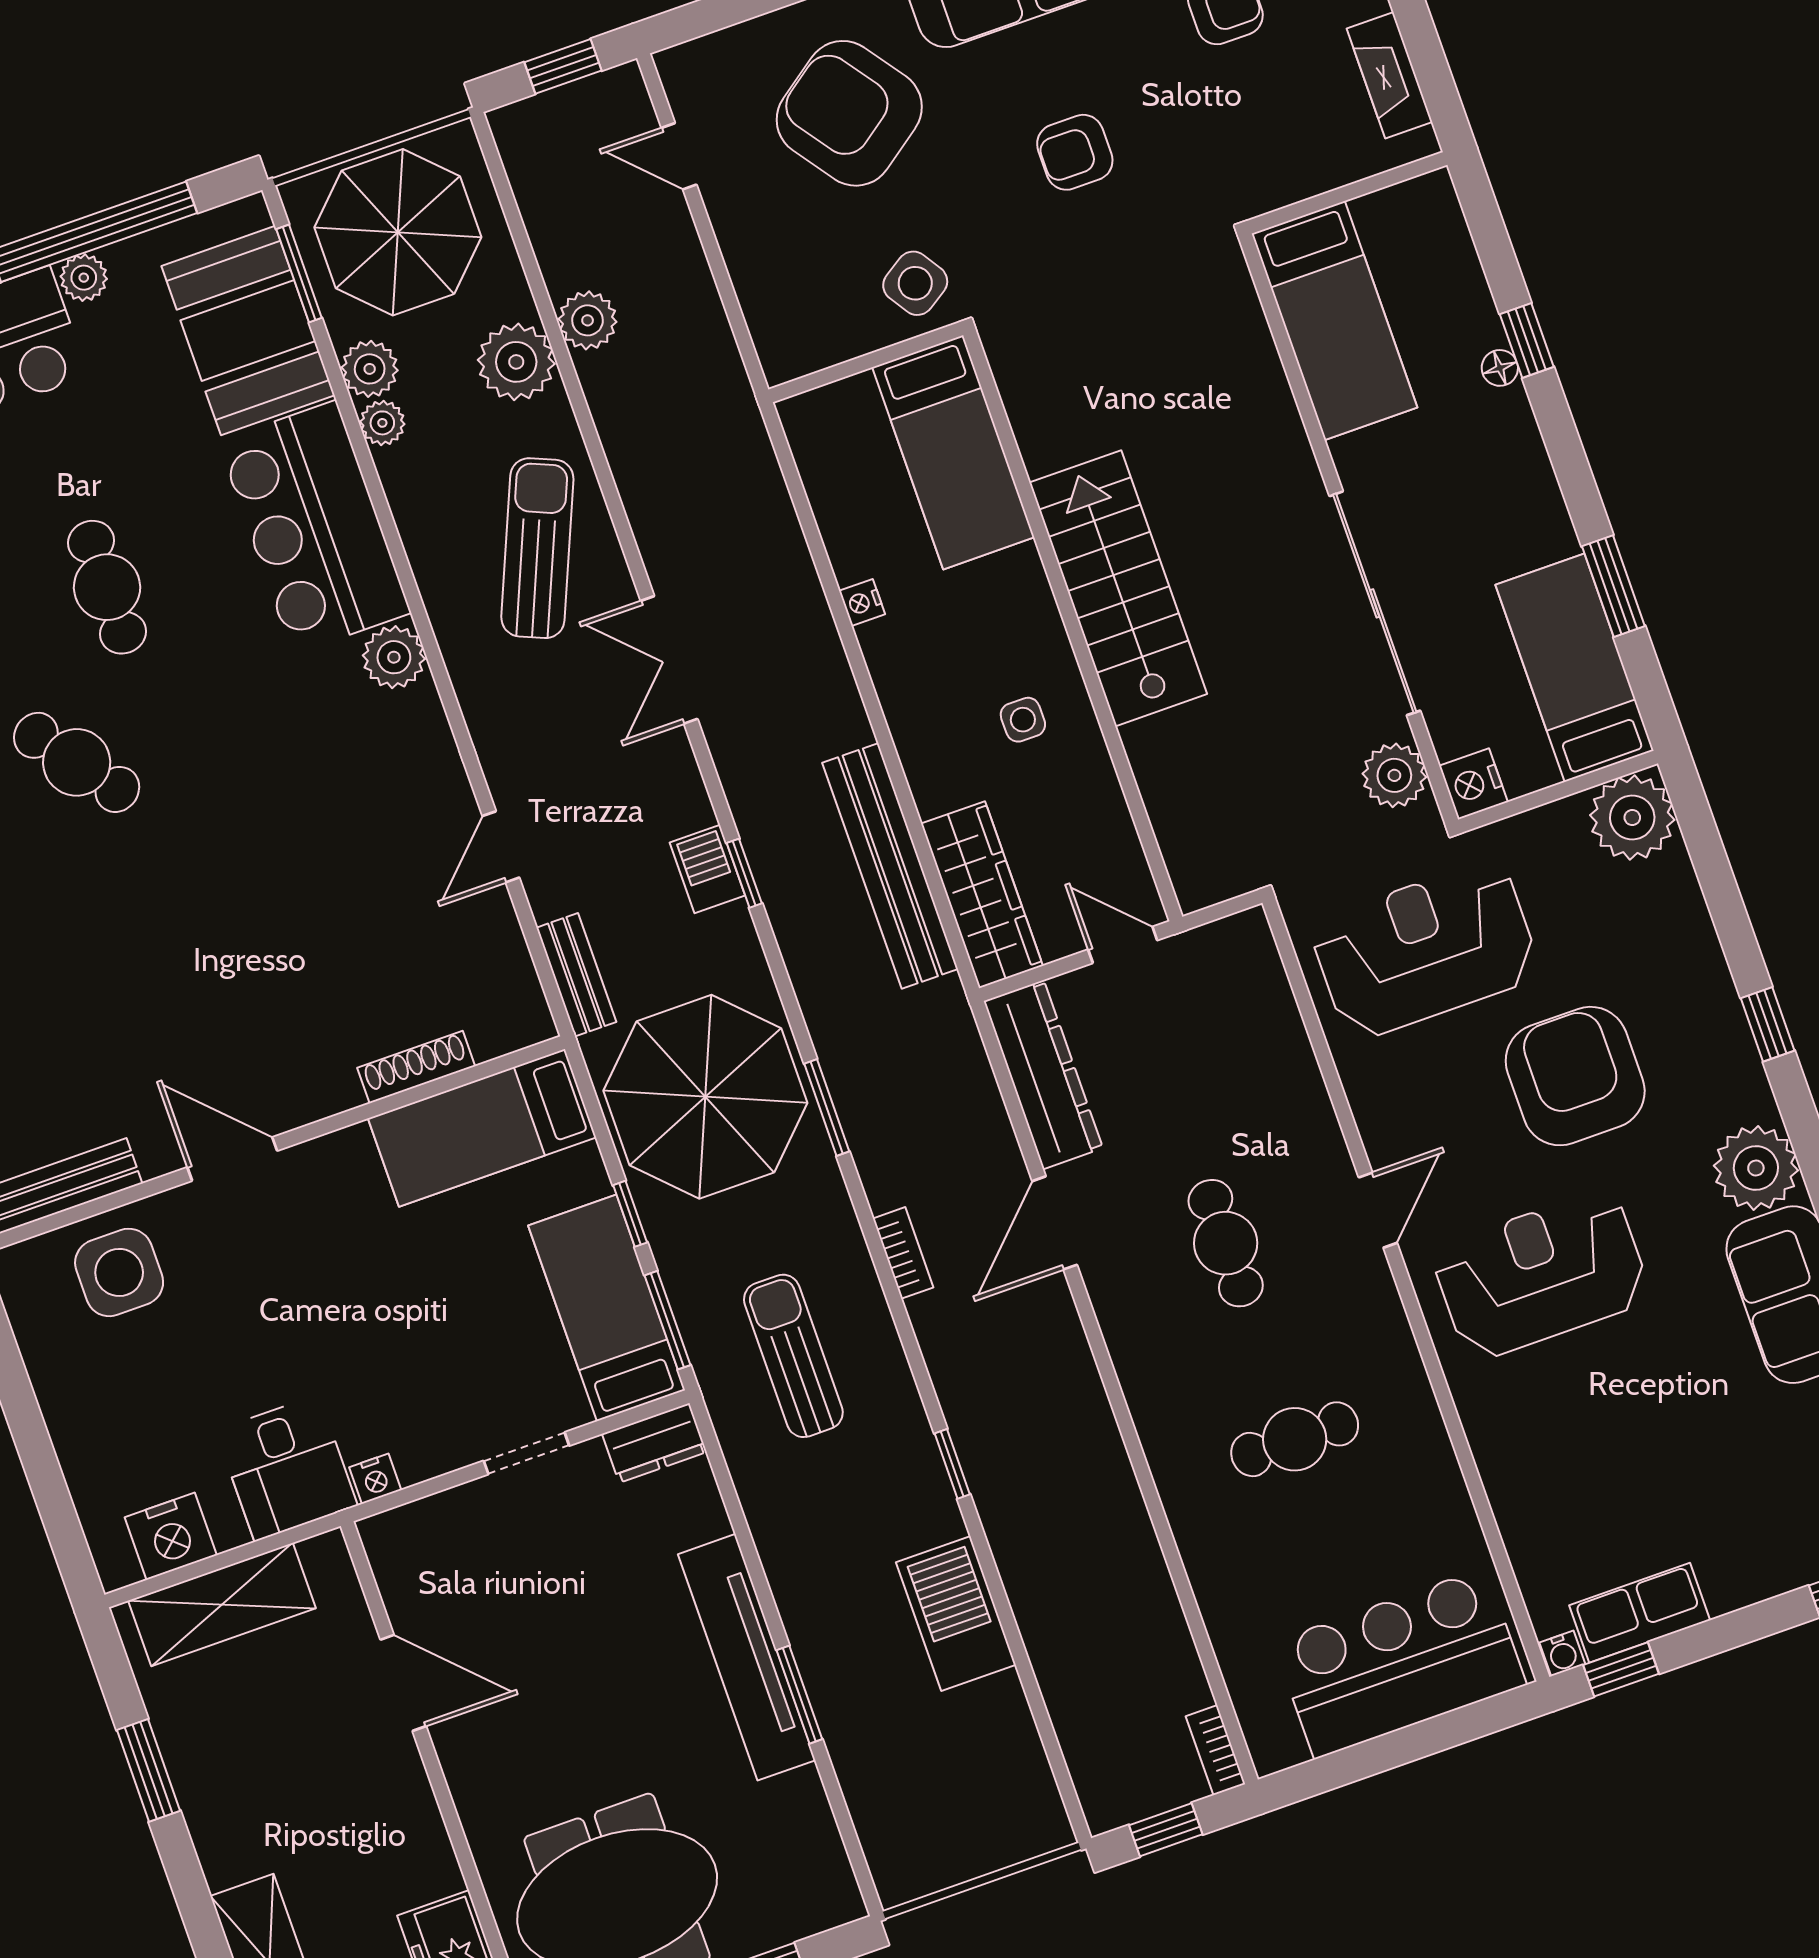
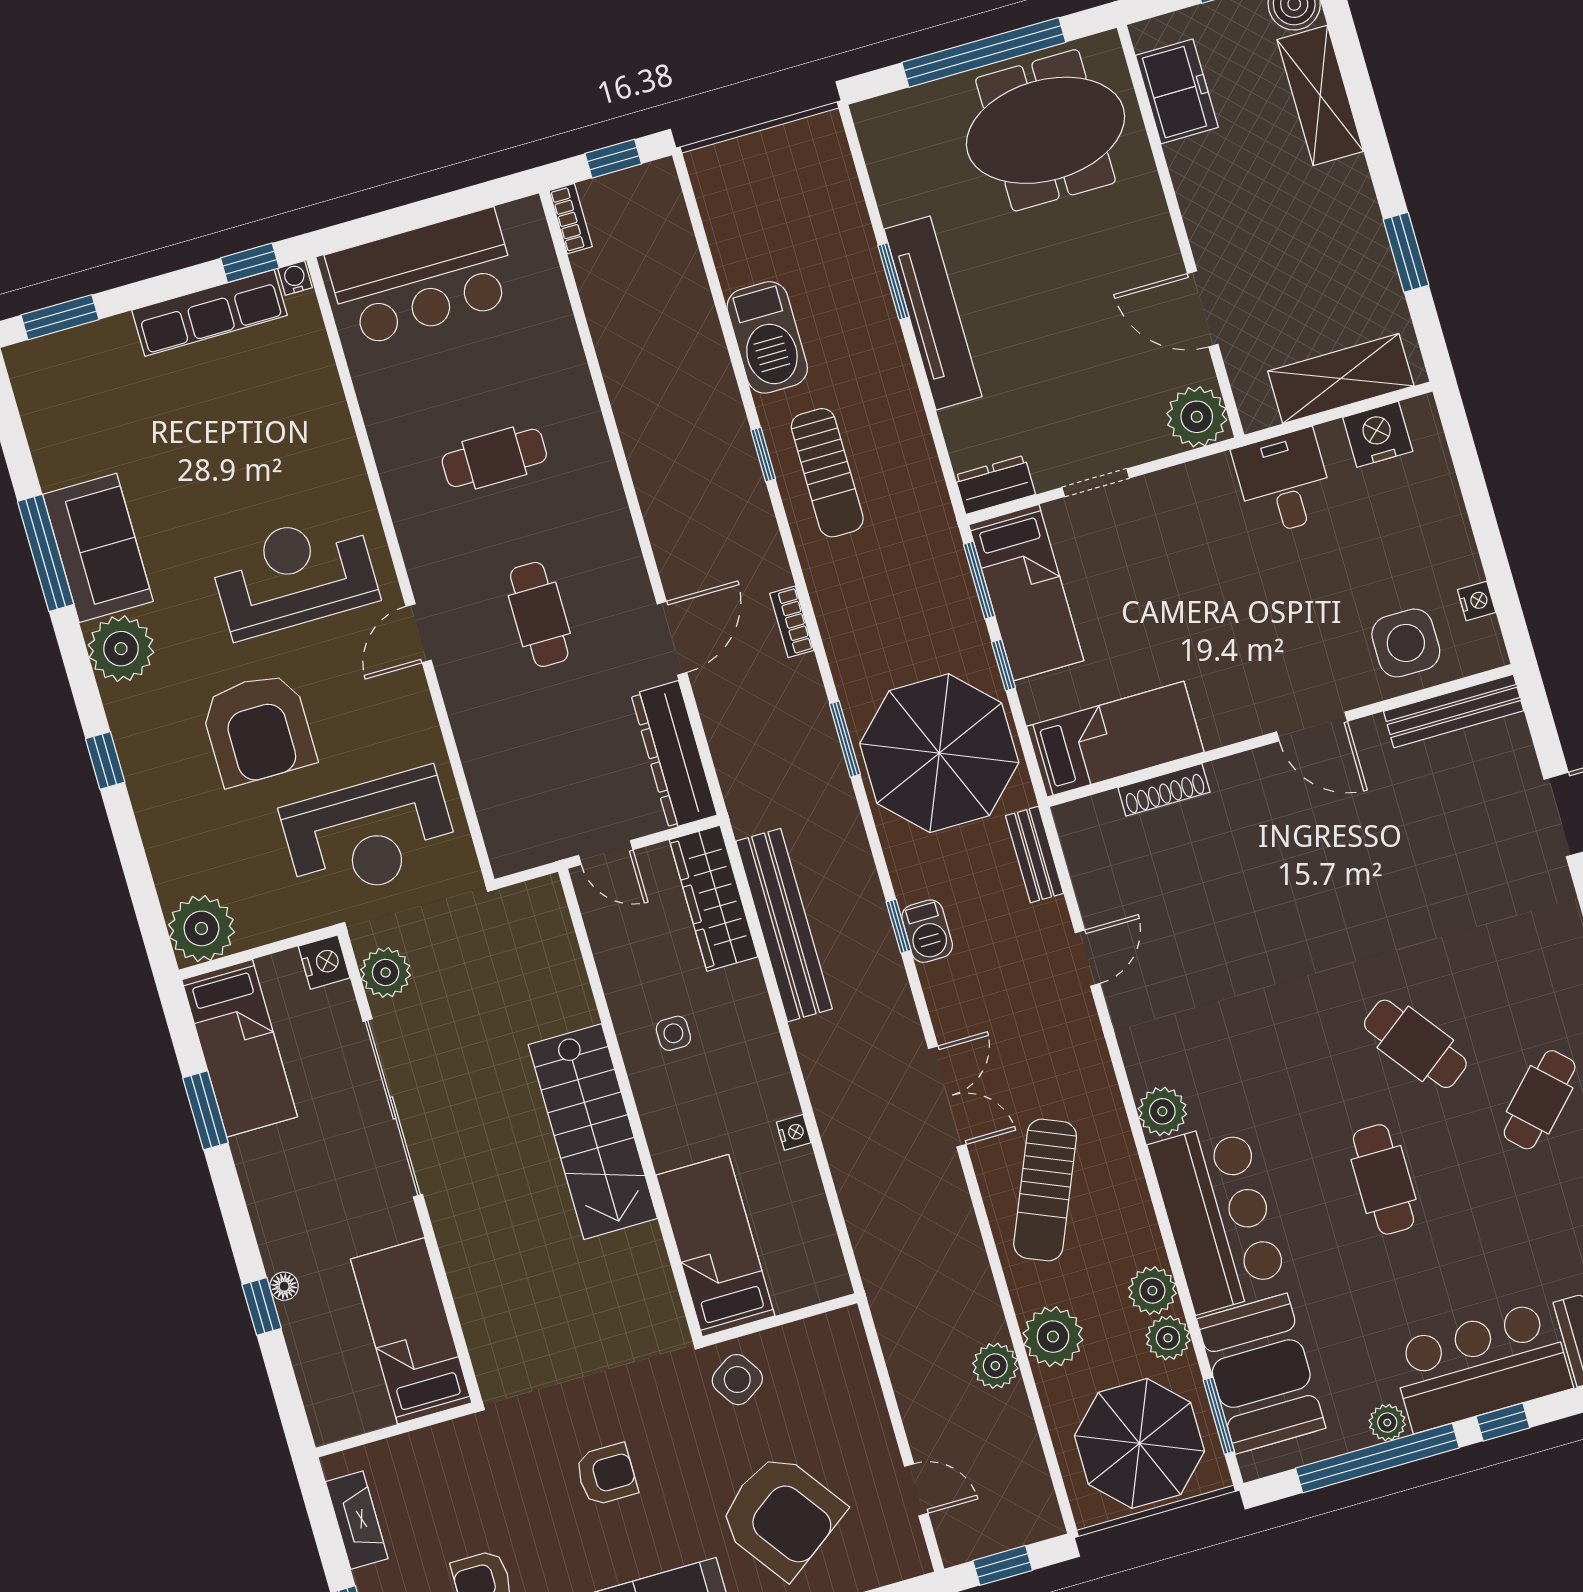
plant: (382, 423) -> (1152, 1291), width x1.38, depth x1.38
reception desk: (1541, 1275) -> (294, 575), turned 180
sun lounger: (793, 1356) -> (827, 473), moved
nightstand: (375, 1479) -> (1477, 601), moved, turned 90
plant: (403, 1545) -> (1197, 417), added
row of seats: (1640, 1613) -> (210, 313), width x1.48

